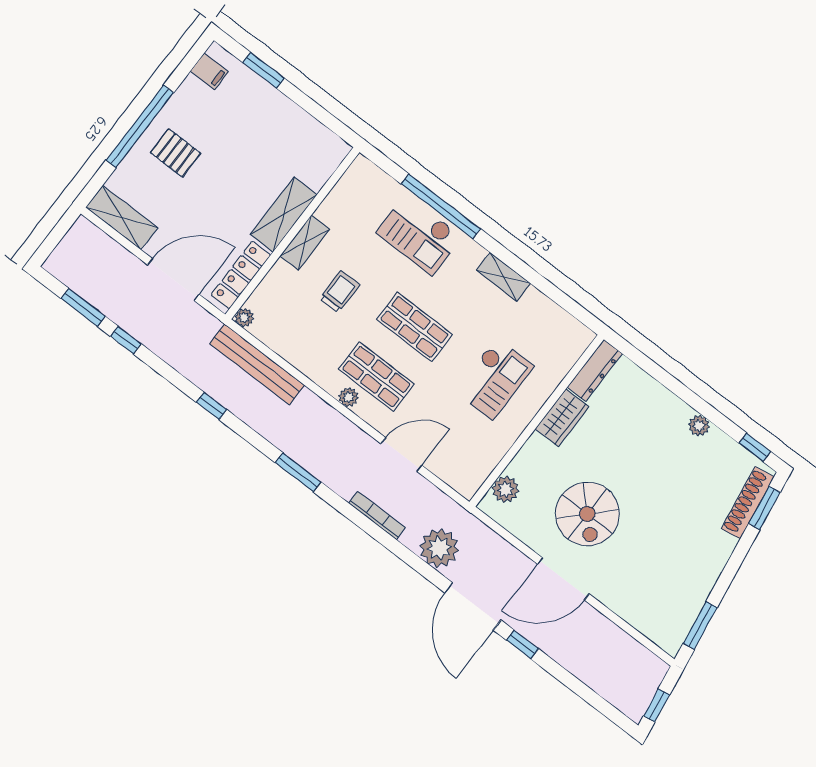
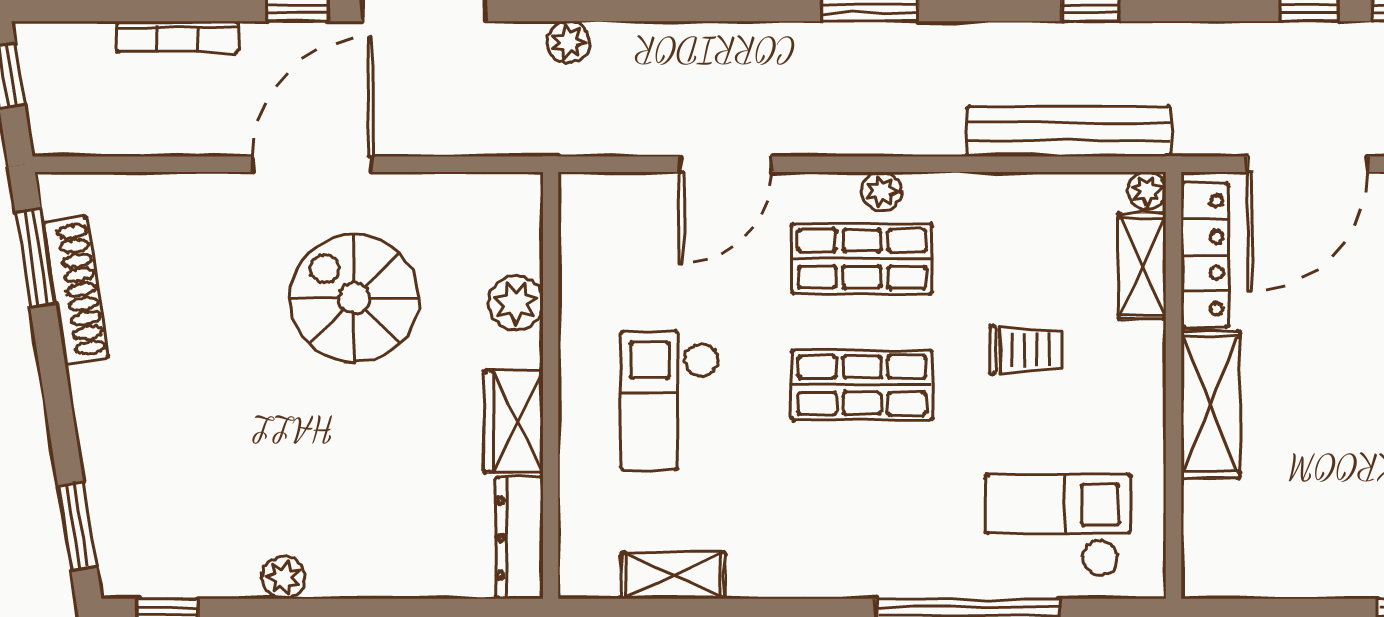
checkout: (419, 235) -> (1058, 525), moved
shelving: (305, 243) -> (1142, 266), moved
shelving: (503, 277) -> (673, 576), moved
trolley: (340, 292) -> (1026, 350), turned -90
plant: (505, 489) -> (516, 303), moved
shoe rack: (748, 503) -> (76, 290), moved
bookcase: (377, 515) -> (178, 37), moved
plant: (439, 548) -> (568, 42), width x0.53, depth x0.53

